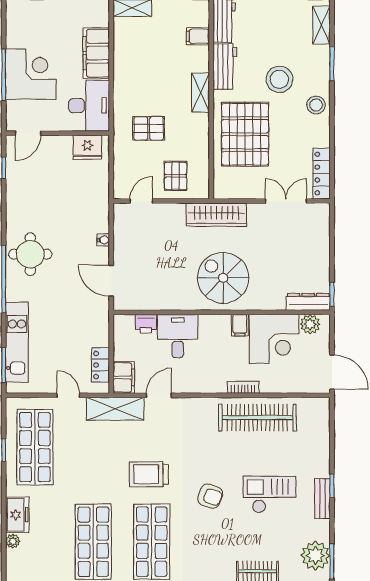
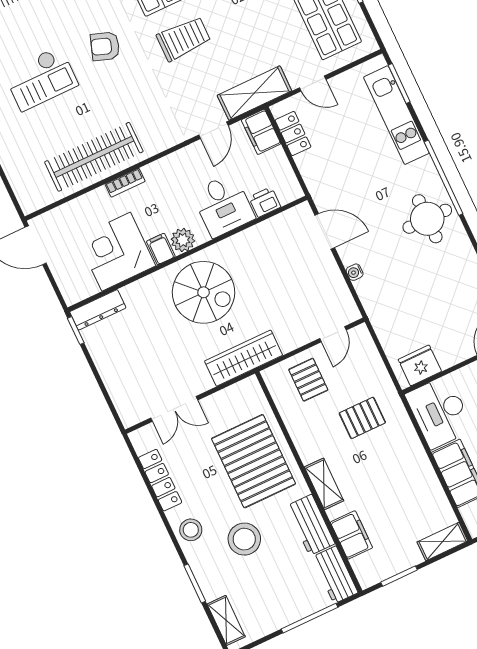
filing cabinet: (198, 36) -> (351, 535), width x2.00
locker: (322, 174) -> (160, 480), moved
plant: (310, 324) -> (183, 240), moved

